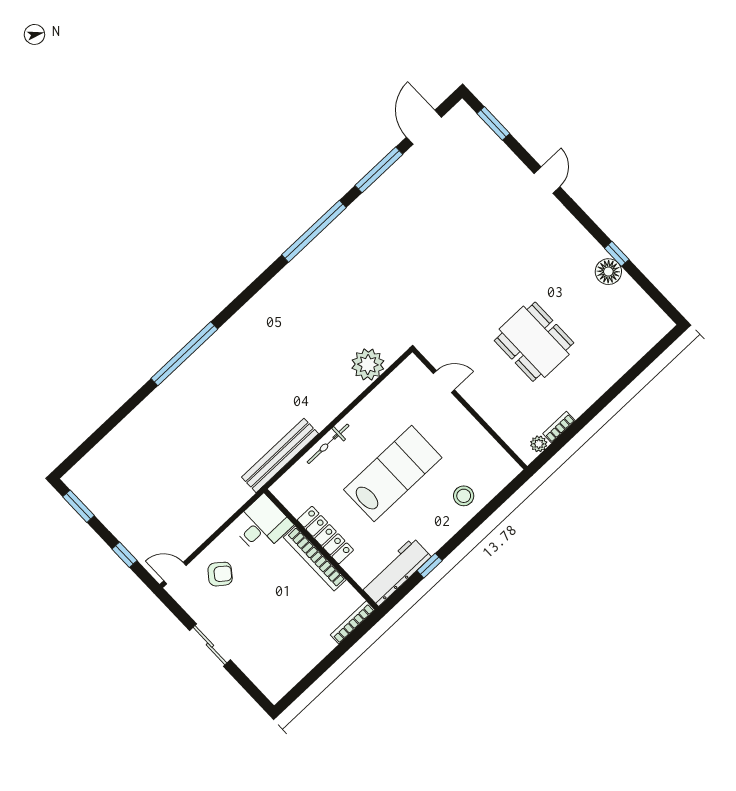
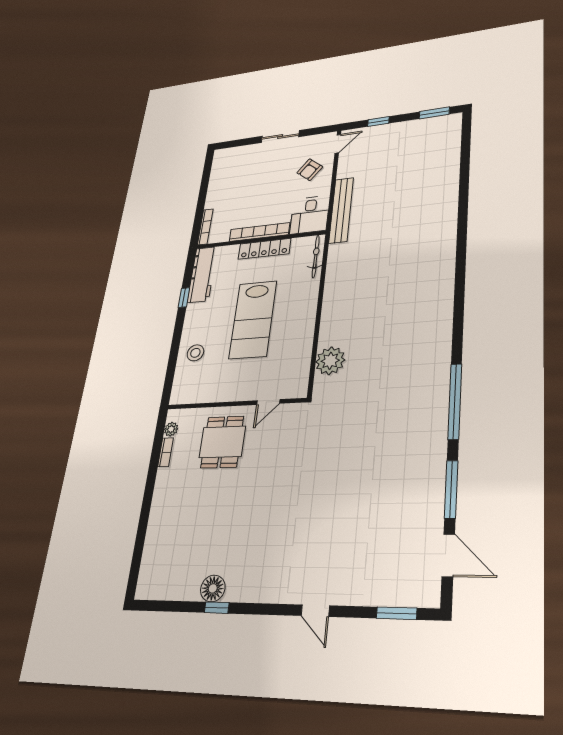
dining table: (534, 342) -> (222, 442), moved, width x0.73
window: (184, 354) -> (461, 245), removed
bicycle: (328, 444) -> (316, 256), moved
bench: (280, 455) -> (341, 210), moved

